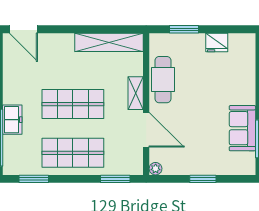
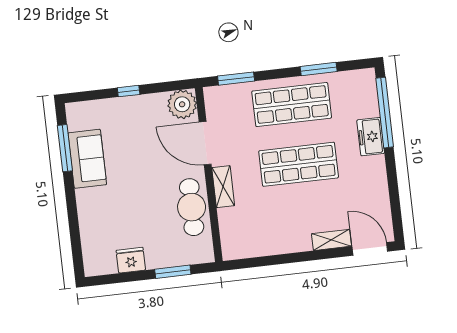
shelving: (109, 42) -> (331, 240), moved, width x0.45, depth x0.75
plant: (156, 169) -> (182, 104), width x1.87, depth x1.87
window: (34, 179) -> (319, 69), moved
window: (203, 179) -> (129, 91), width x0.67

